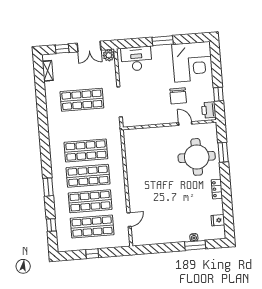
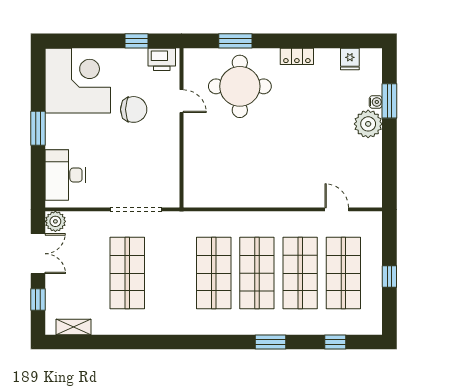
door: (185, 123) -> (181, 101), swing flipped
plant: (181, 234) -> (368, 124), added

